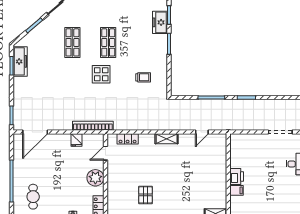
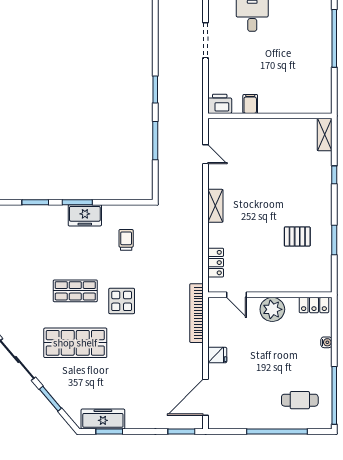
freezer: (160, 22) -> (85, 215), moved
shop shelf: (72, 42) -> (75, 343), width x1.43, depth x1.36
door: (35, 132) -> (206, 397), swing flipped
fridge: (77, 140) -> (217, 355), moved
printer: (237, 177) -> (220, 104), moved
filing cabinet: (237, 190) -> (250, 104), moved

